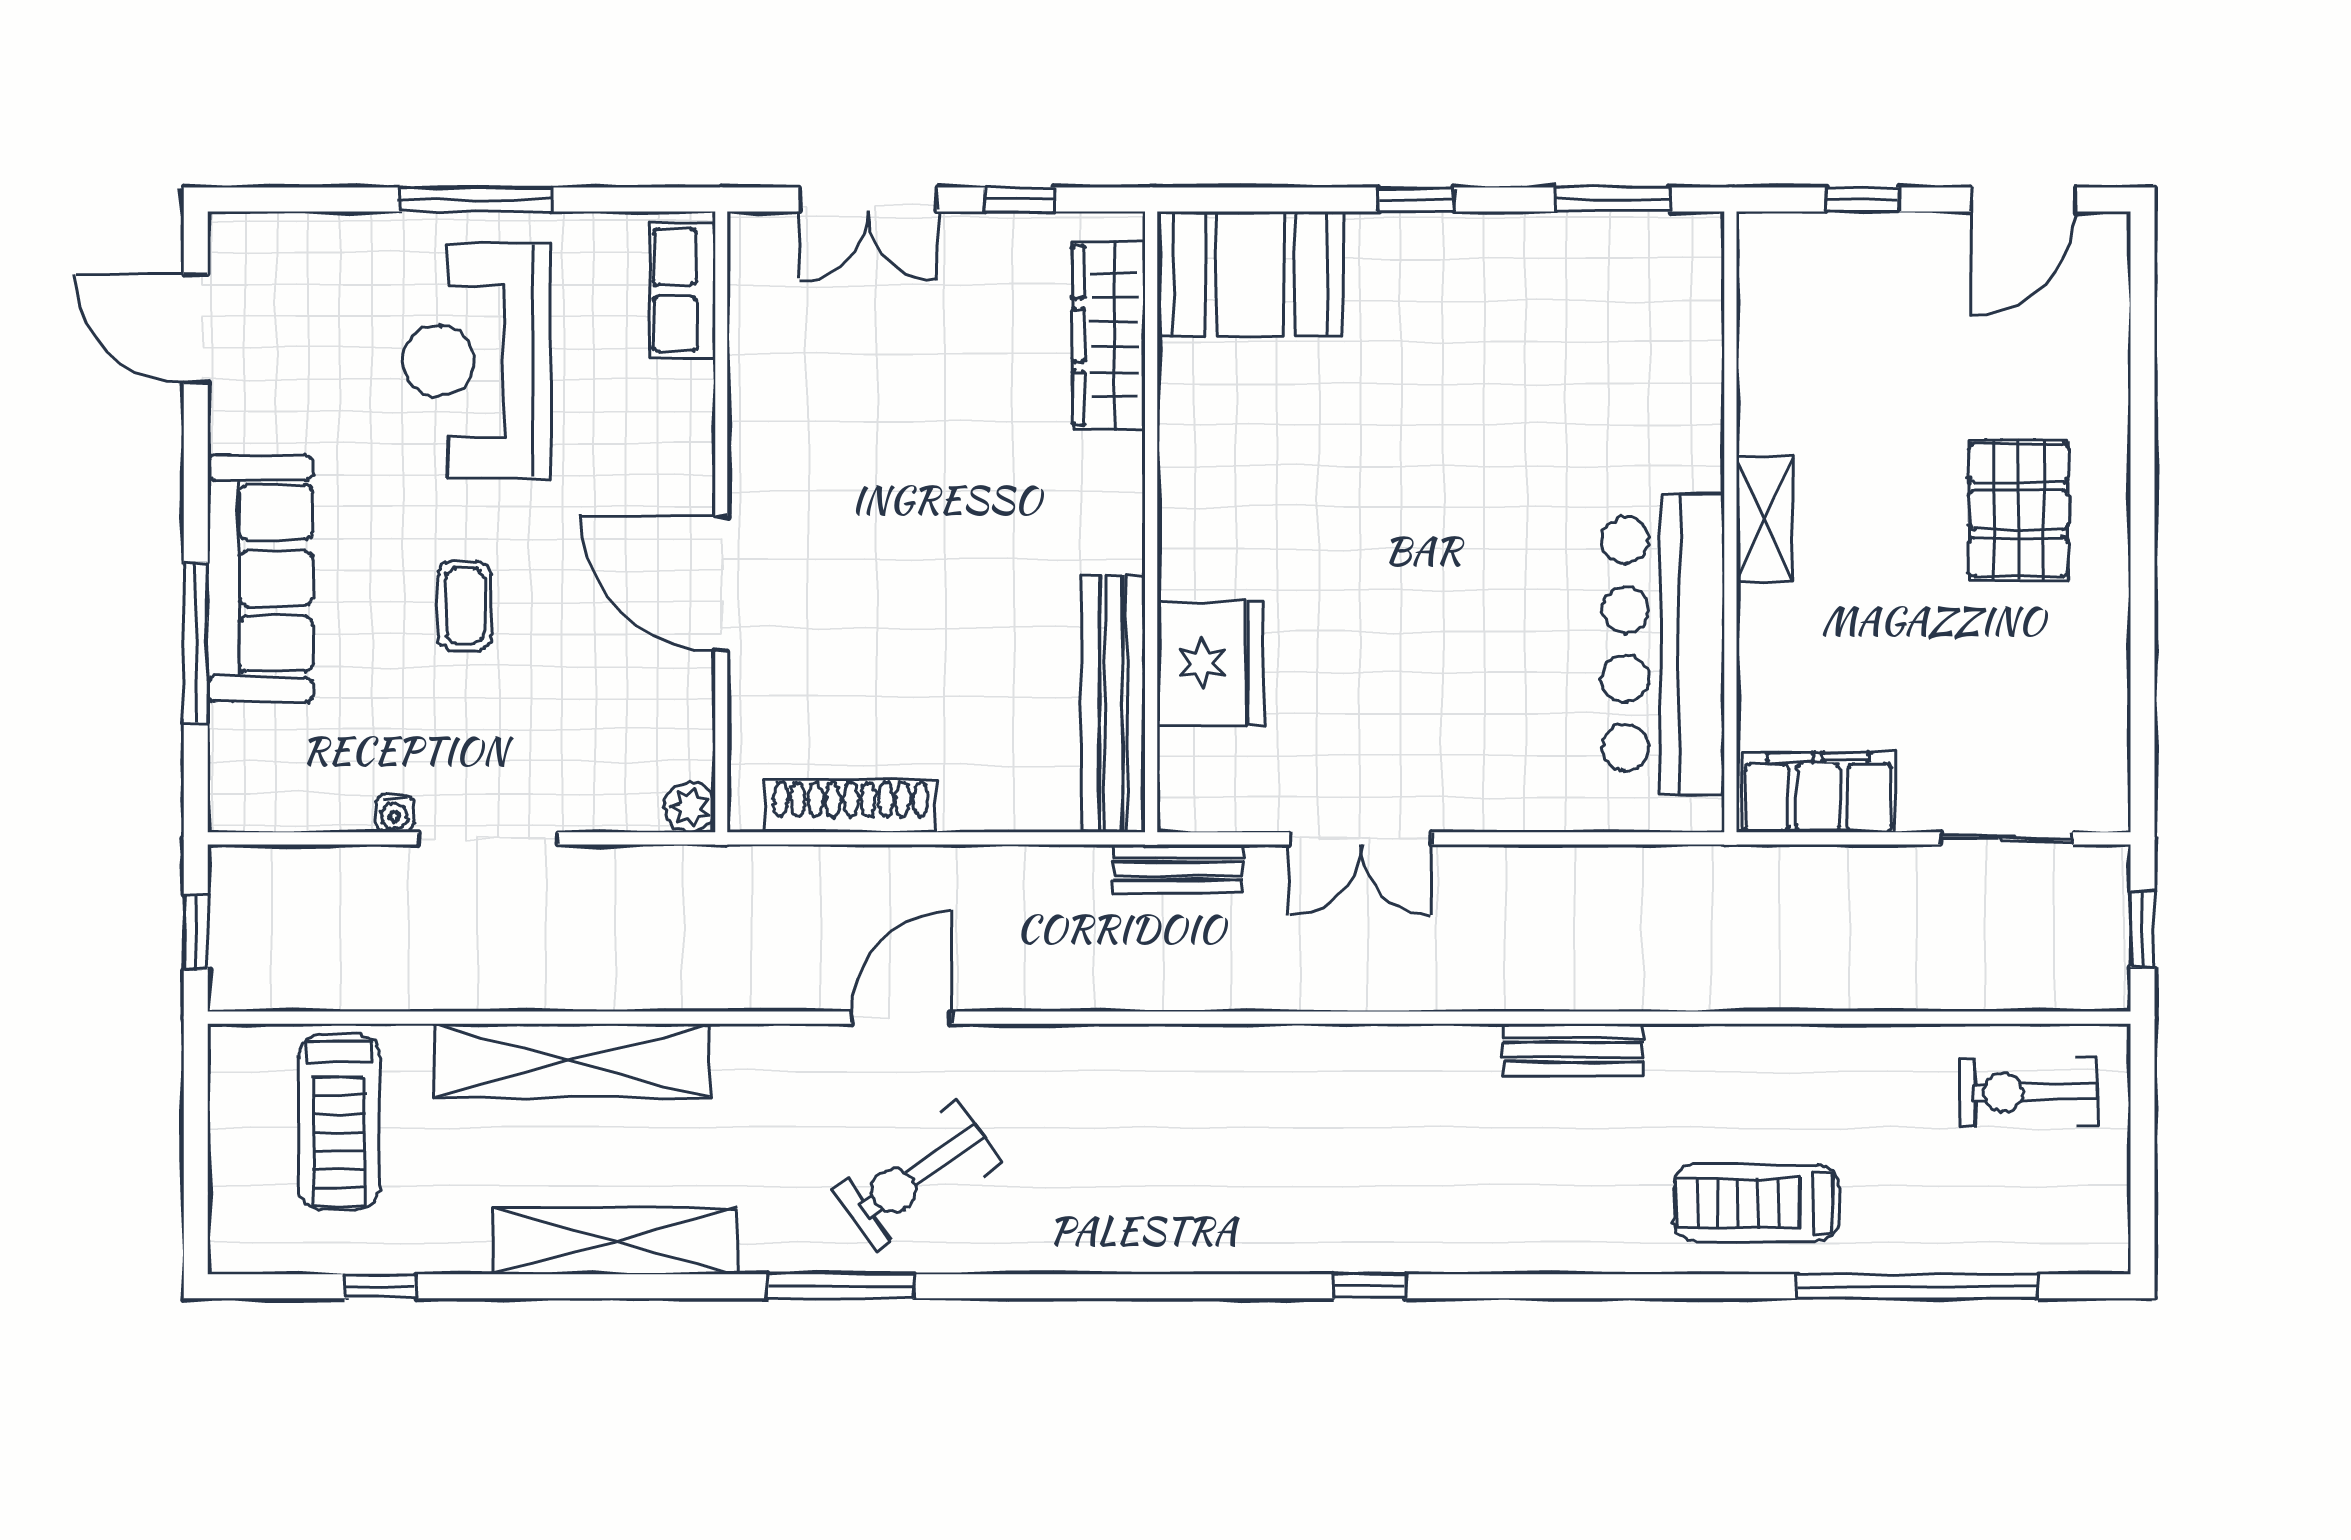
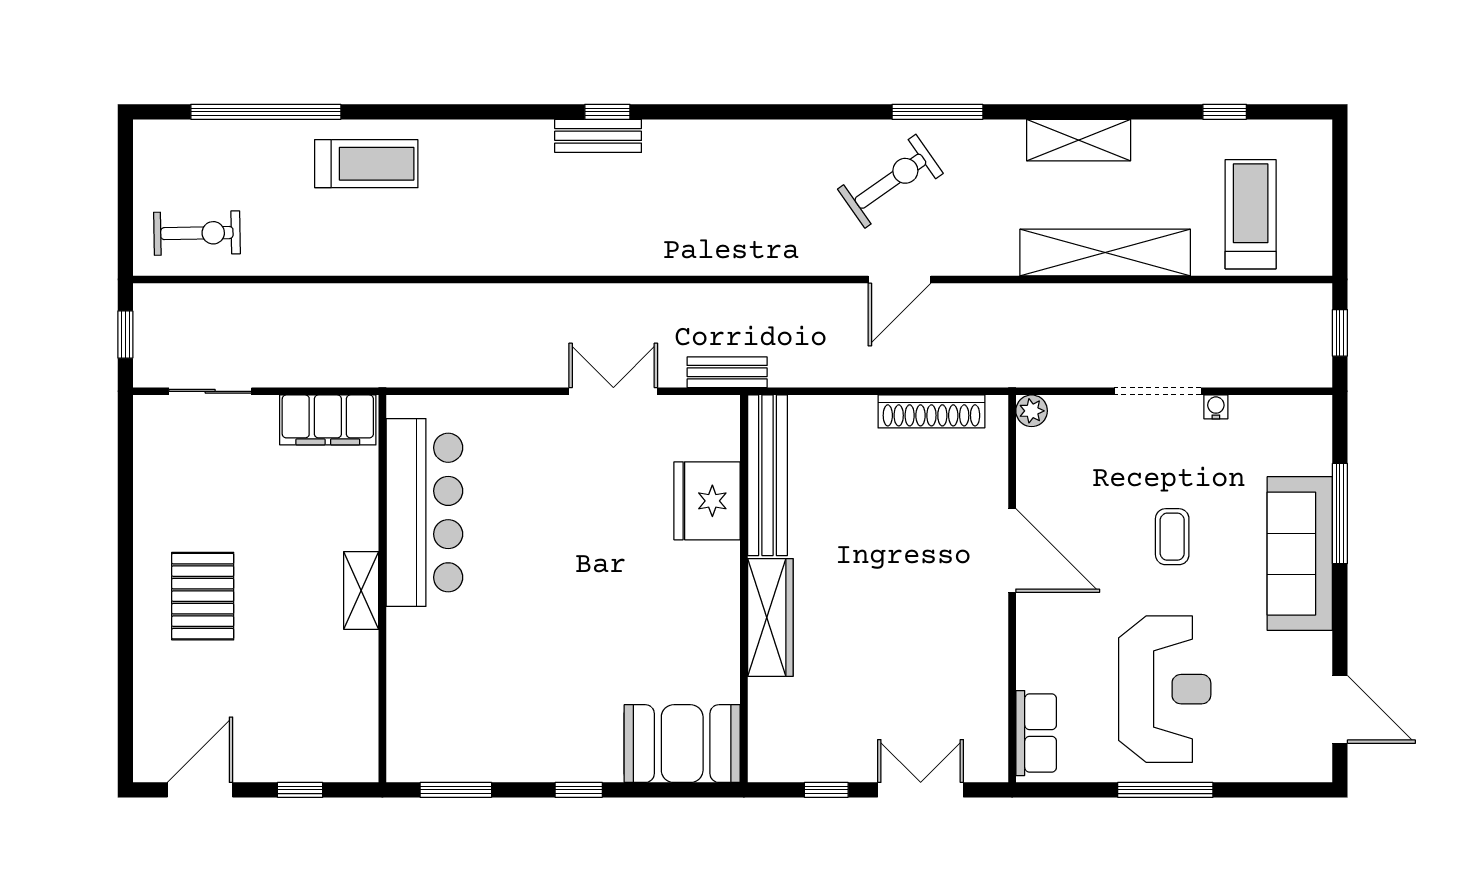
wardrobe: (1109, 335) -> (770, 617), moved
bench: (1573, 1050) -> (598, 136), moved
shelving: (615, 1241) -> (1079, 140), width x0.68

